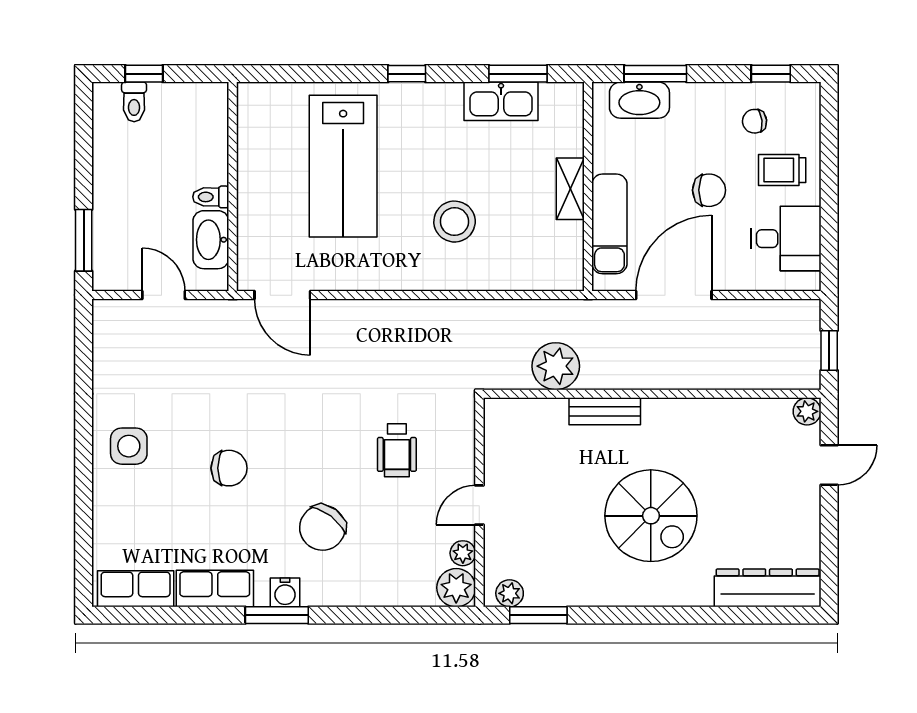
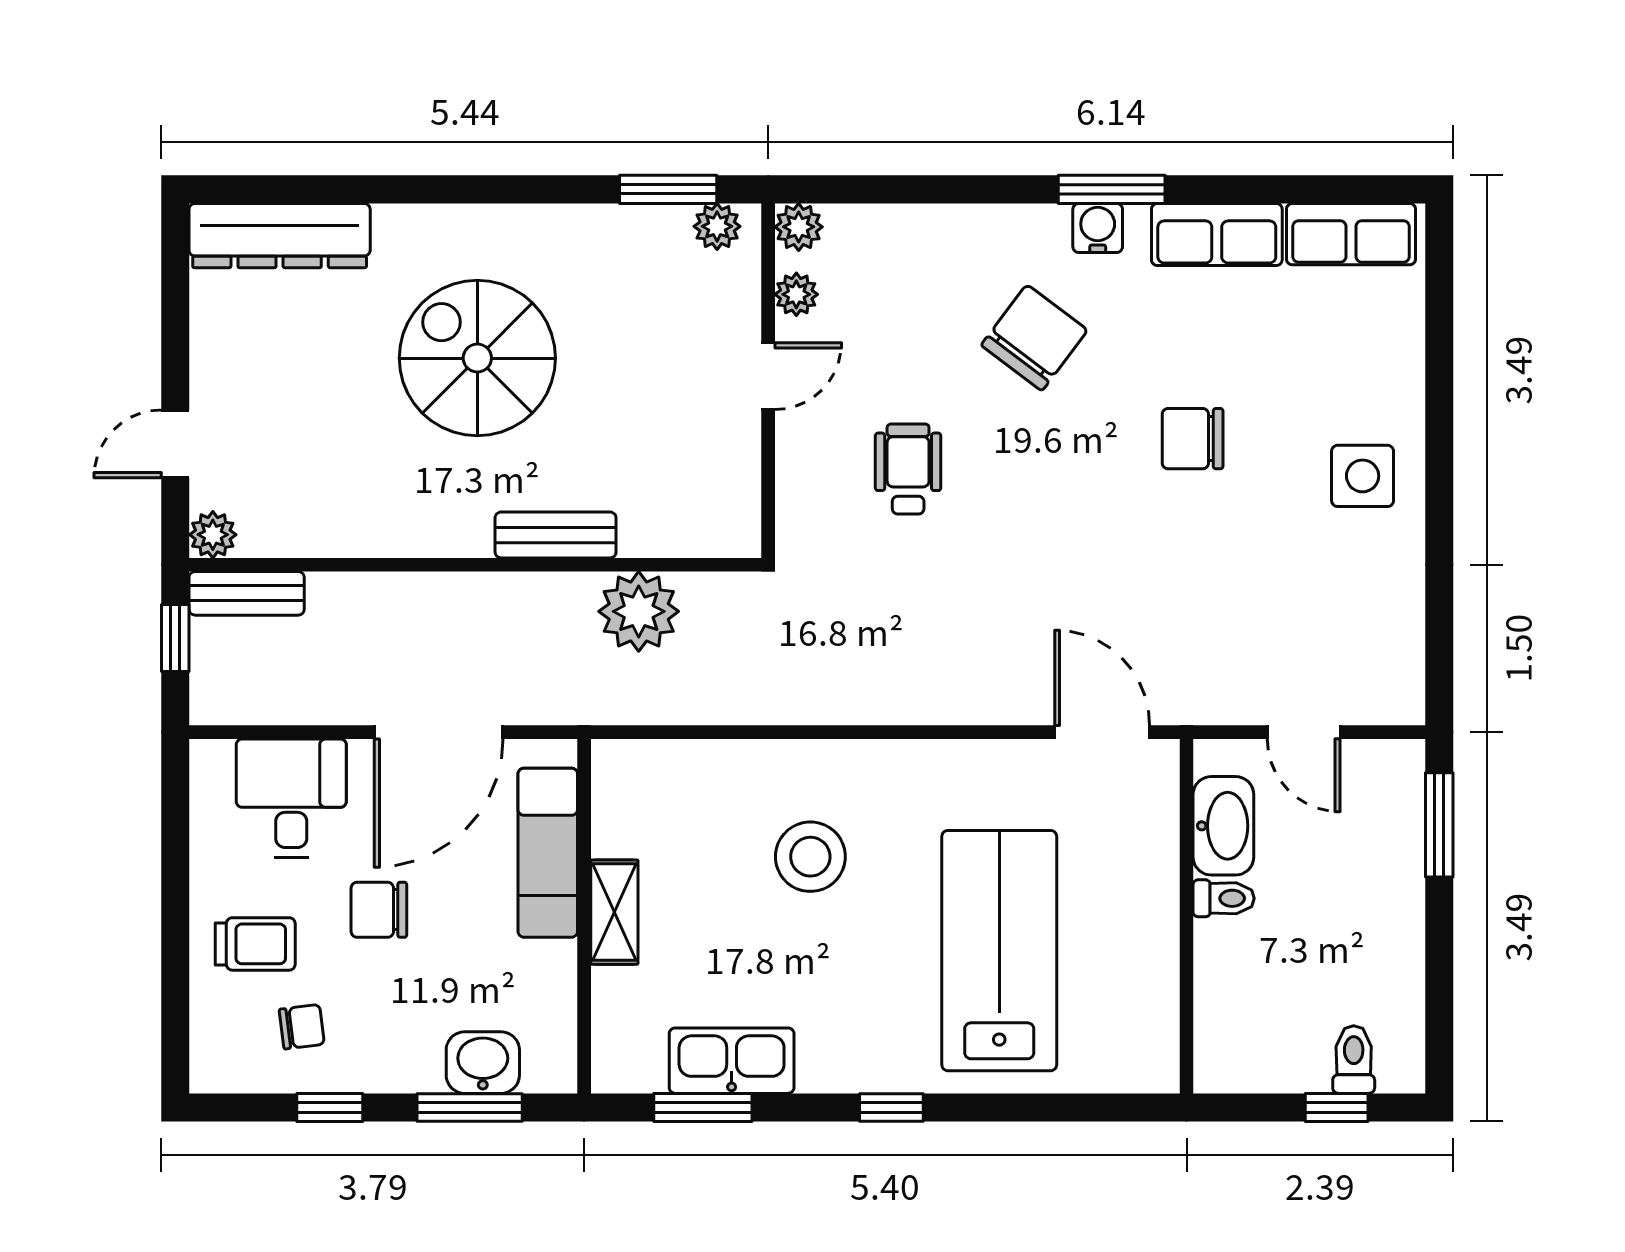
window: (771, 74) -> (330, 1107), moved
washbasin: (639, 100) -> (483, 1063), width x0.72
desk: (786, 239) -> (291, 798), moved, turned 90
bench: (787, 377) -> (247, 593), added
plant: (456, 588) -> (799, 227), width x0.73, depth x0.73

